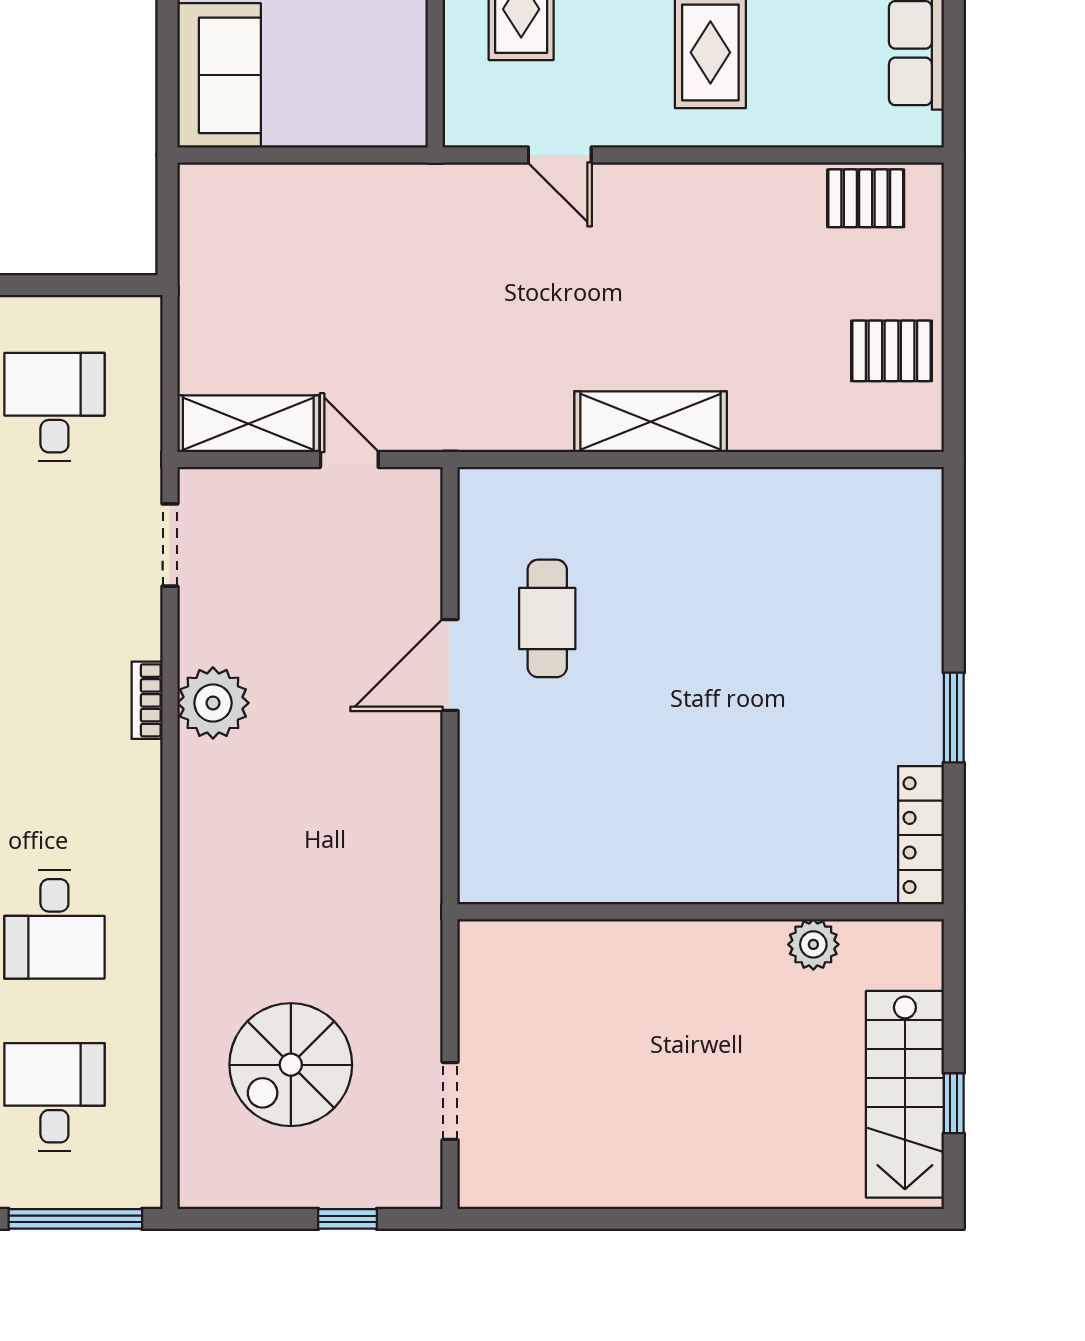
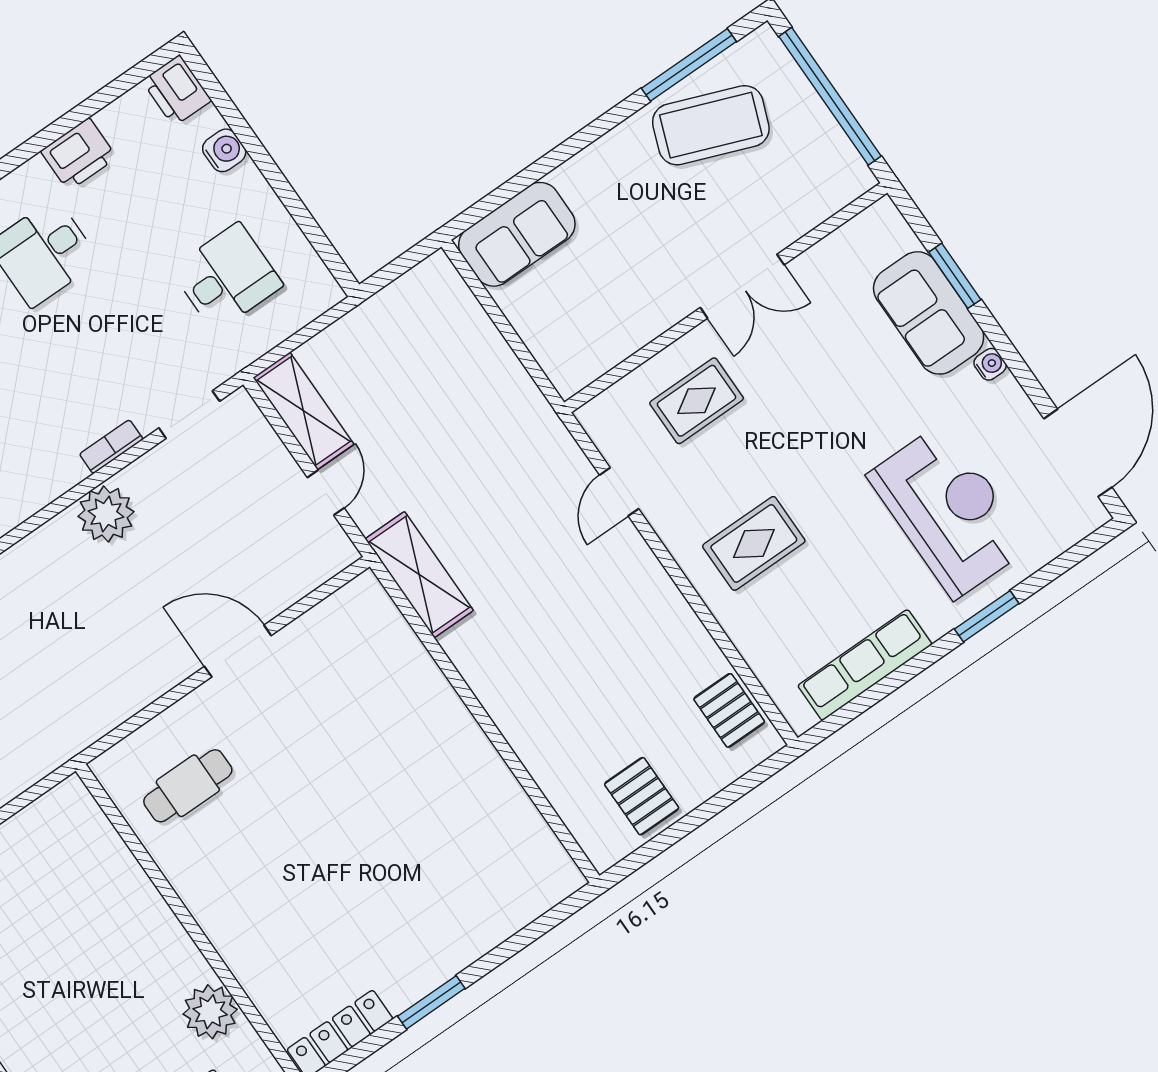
shelving: (651, 422) -> (419, 575), moved
cafe table: (547, 618) -> (188, 786), moved
bookcase: (147, 700) -> (111, 447), moved
plant: (813, 944) -> (210, 1012), width x1.36, depth x1.36

